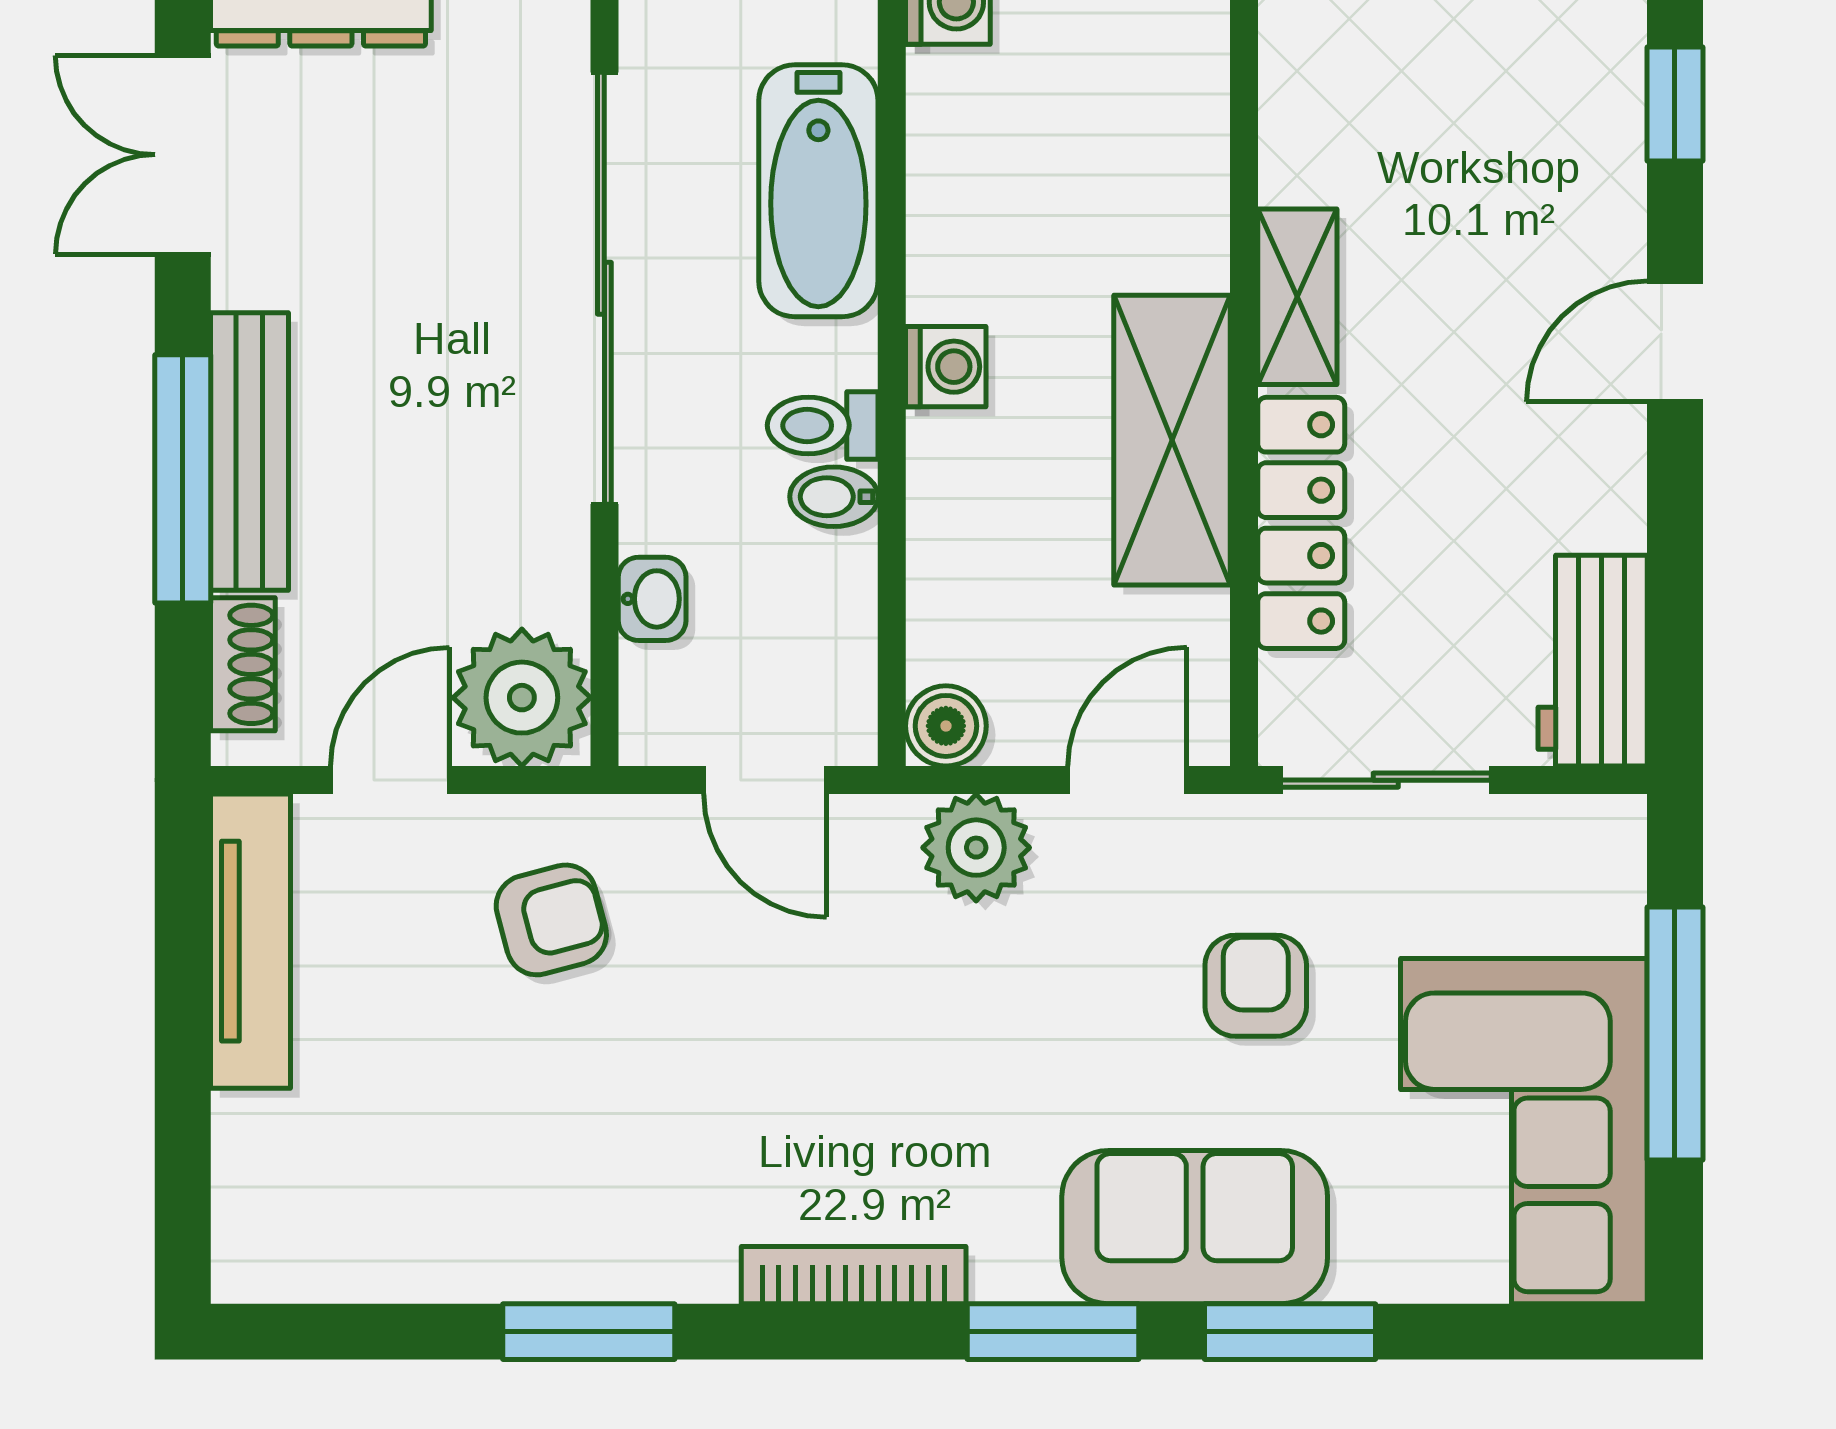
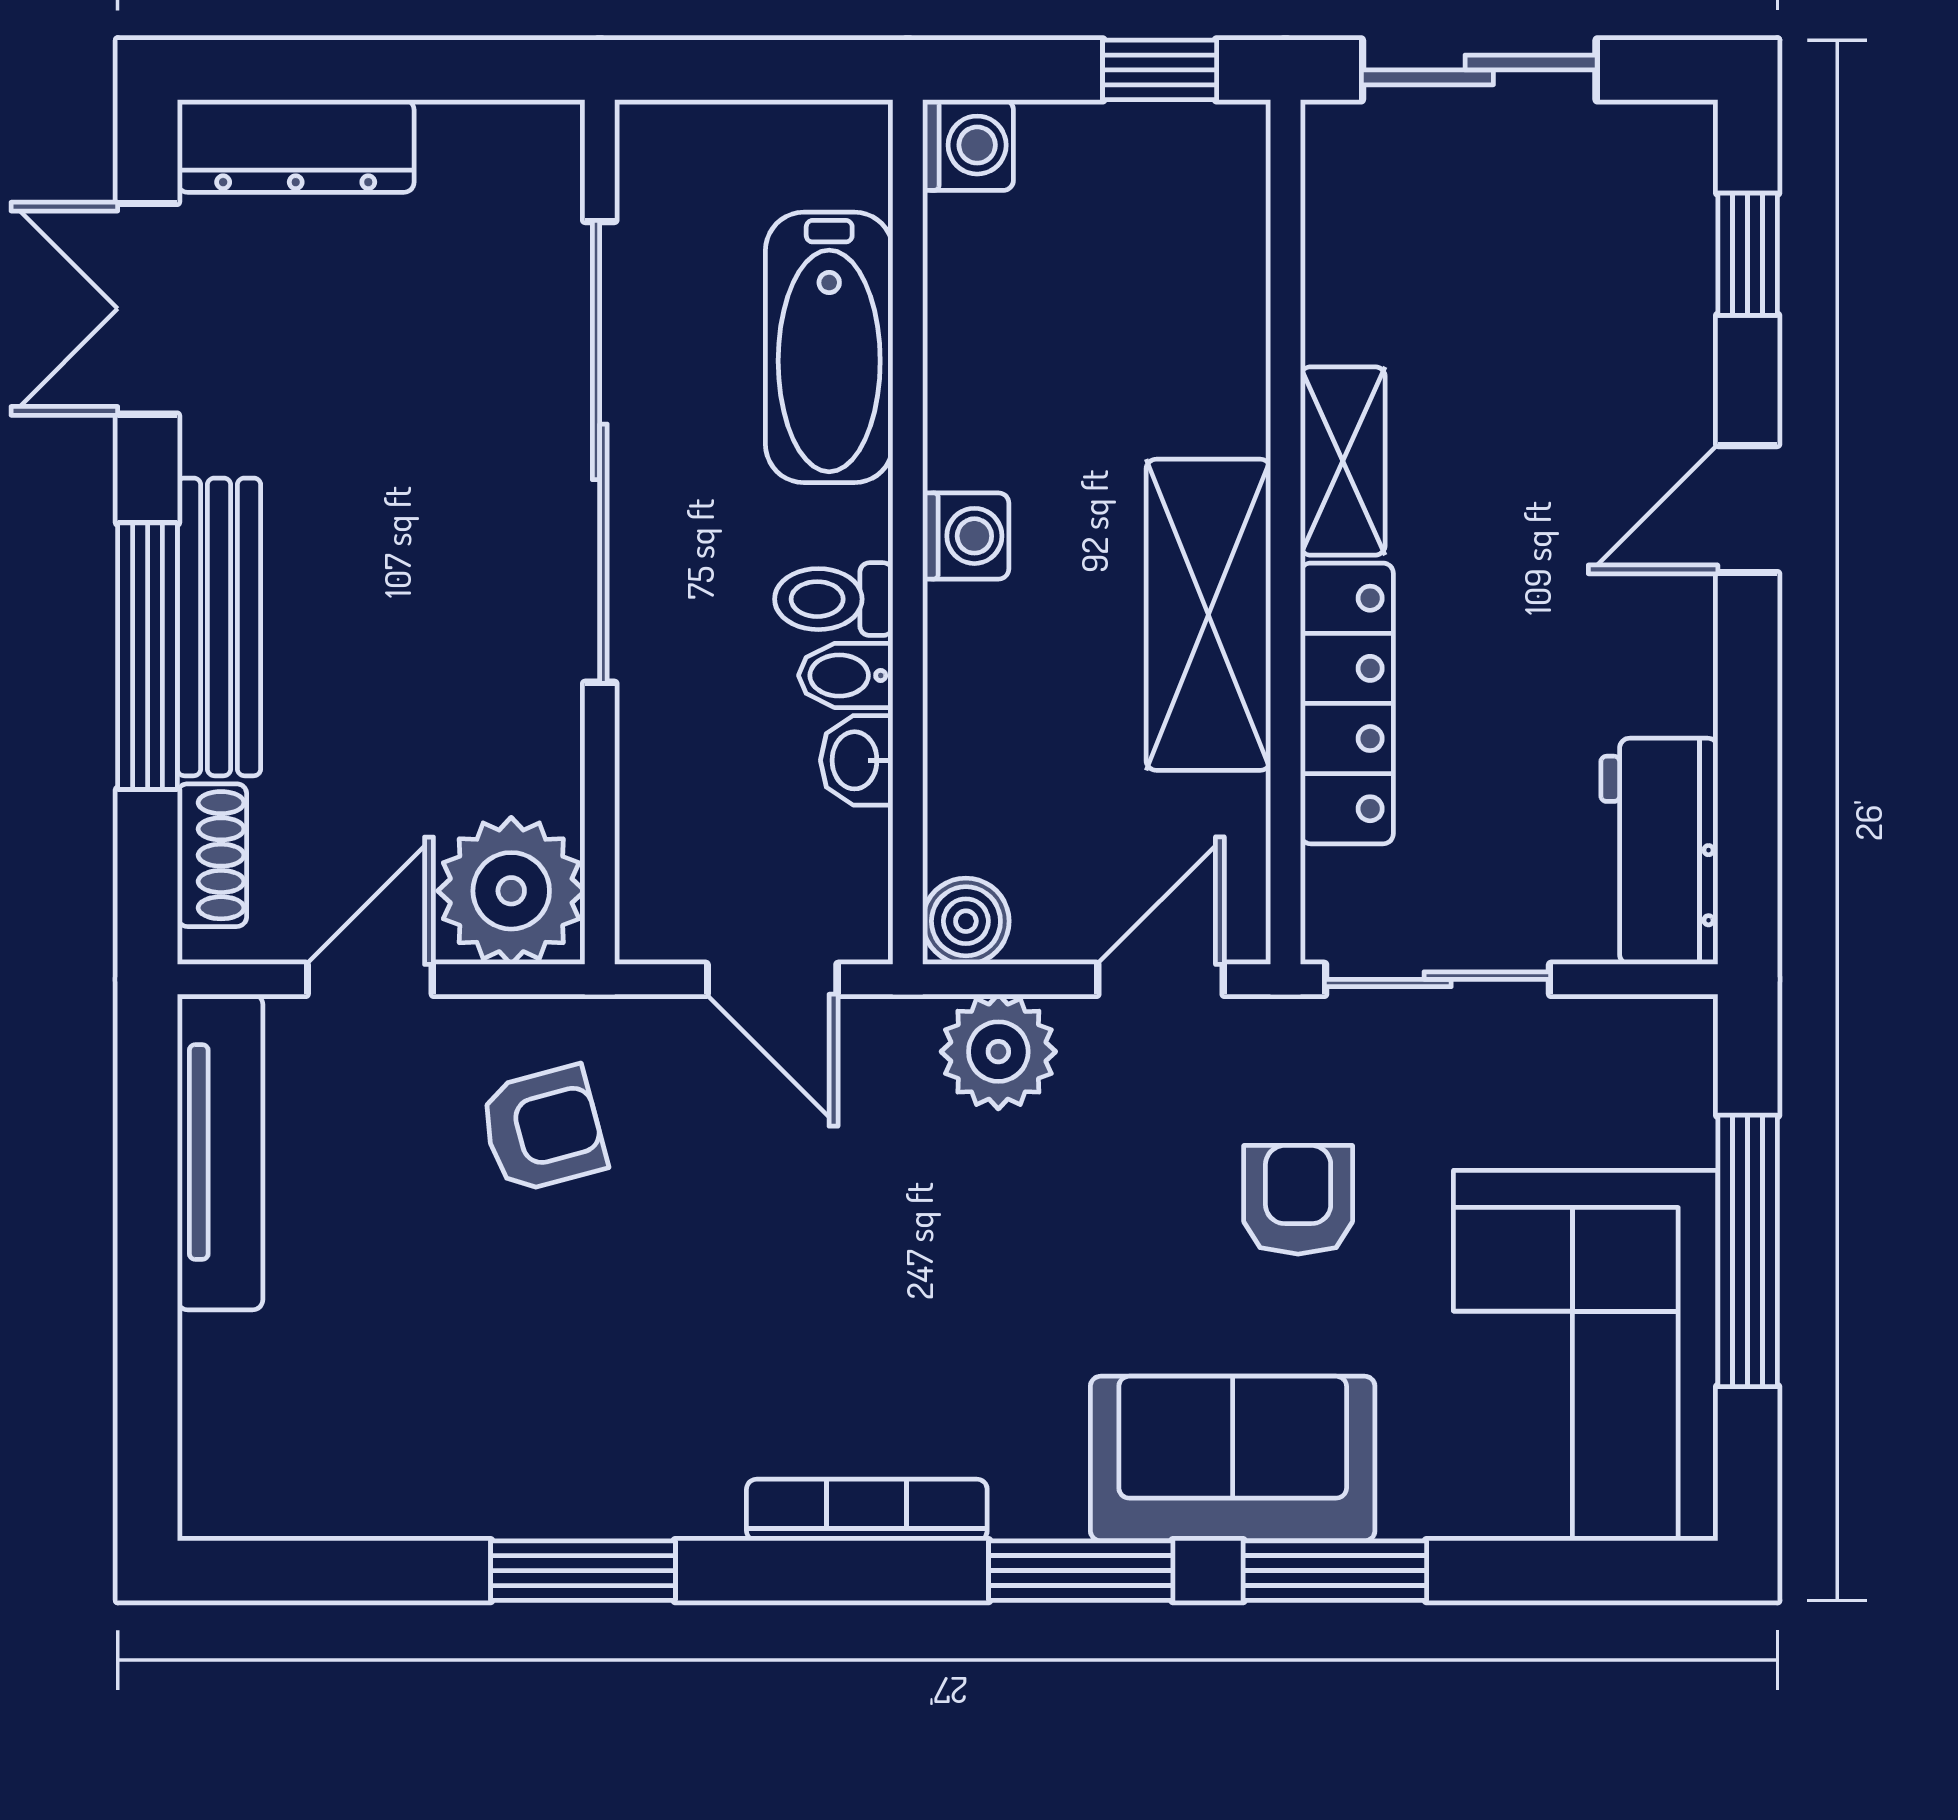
washbasin: (652, 599) -> (857, 760), moved, turned 180

